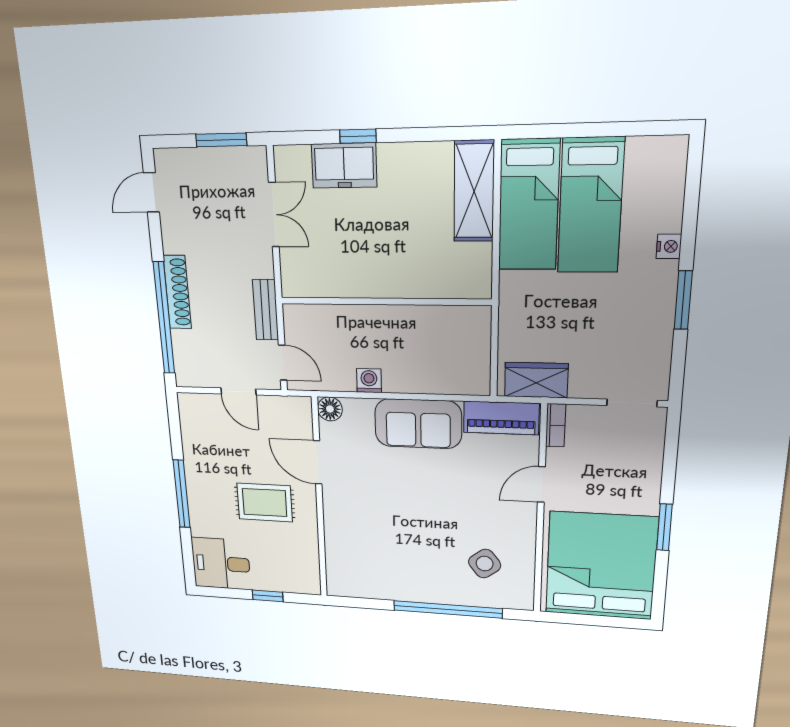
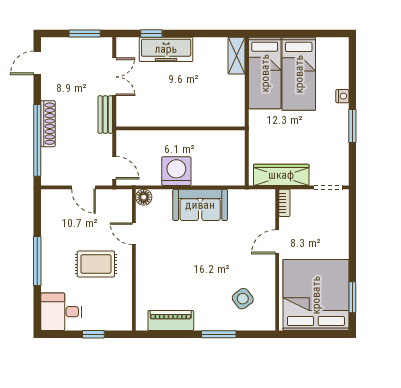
window: (358, 136) -> (151, 33), moved
freezer: (344, 166) -> (166, 49), width x1.40
shelving: (474, 191) -> (237, 56), width x0.67, depth x0.75
bench: (266, 310) -> (105, 115), moved
wardrobe: (536, 380) -> (281, 175), width x1.50
washing machine: (369, 381) -> (176, 171), width x1.89, depth x1.89
piano: (501, 418) -> (171, 320), moved, turned 180
door: (318, 462) -> (134, 234), width x0.73
window: (664, 527) -> (352, 297), moved
window: (448, 609) -> (219, 334), width x0.47

